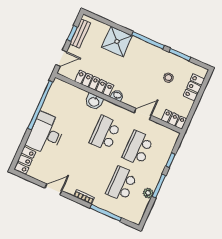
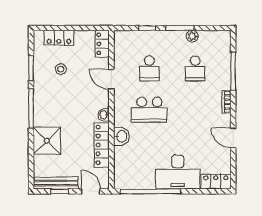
bench: (80, 34) -> (56, 183), width x1.36
school desk: (138, 148) -> (149, 68), width x0.54
school desk: (122, 184) -> (195, 68), width x0.54

